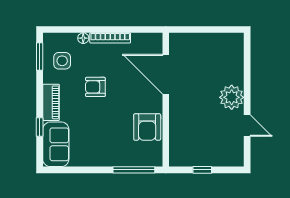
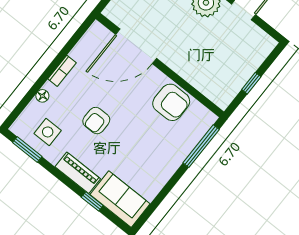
bookcase: (110, 38) -> (62, 71), width x0.64

